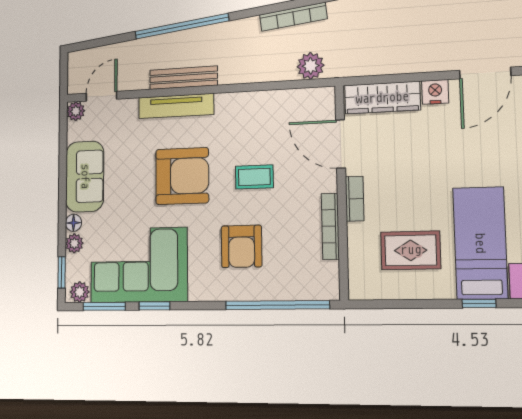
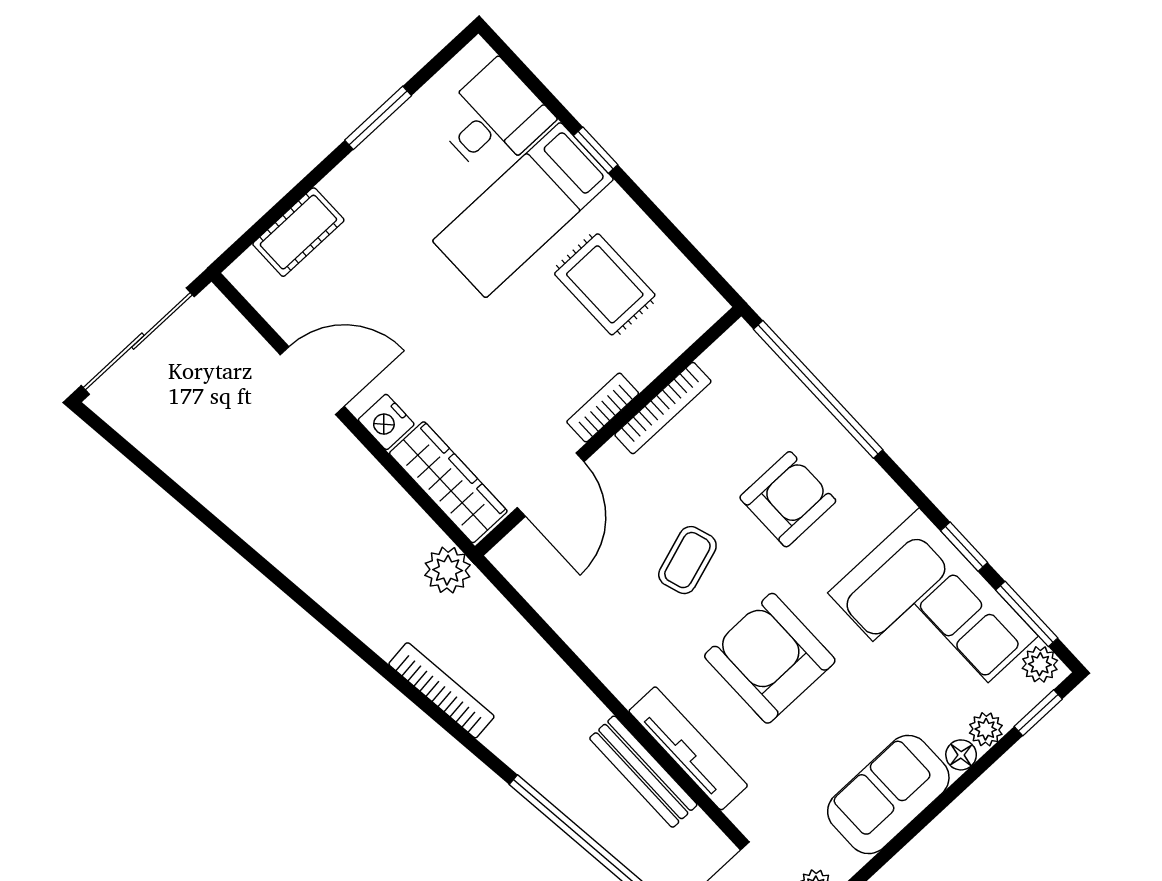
plant: (311, 66) -> (448, 570), moved
coffee table: (254, 177) -> (687, 560), turned 72

